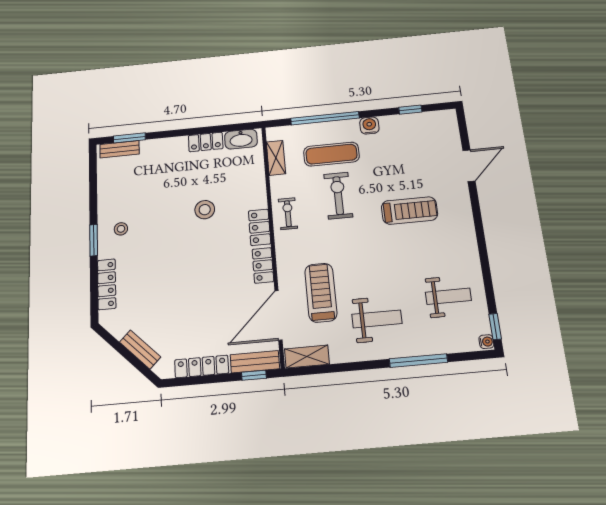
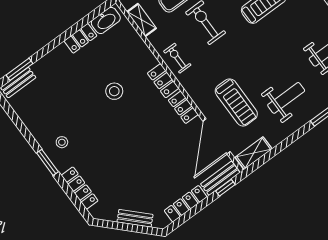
treadmill: (321, 293) -> (236, 102), turned 180

